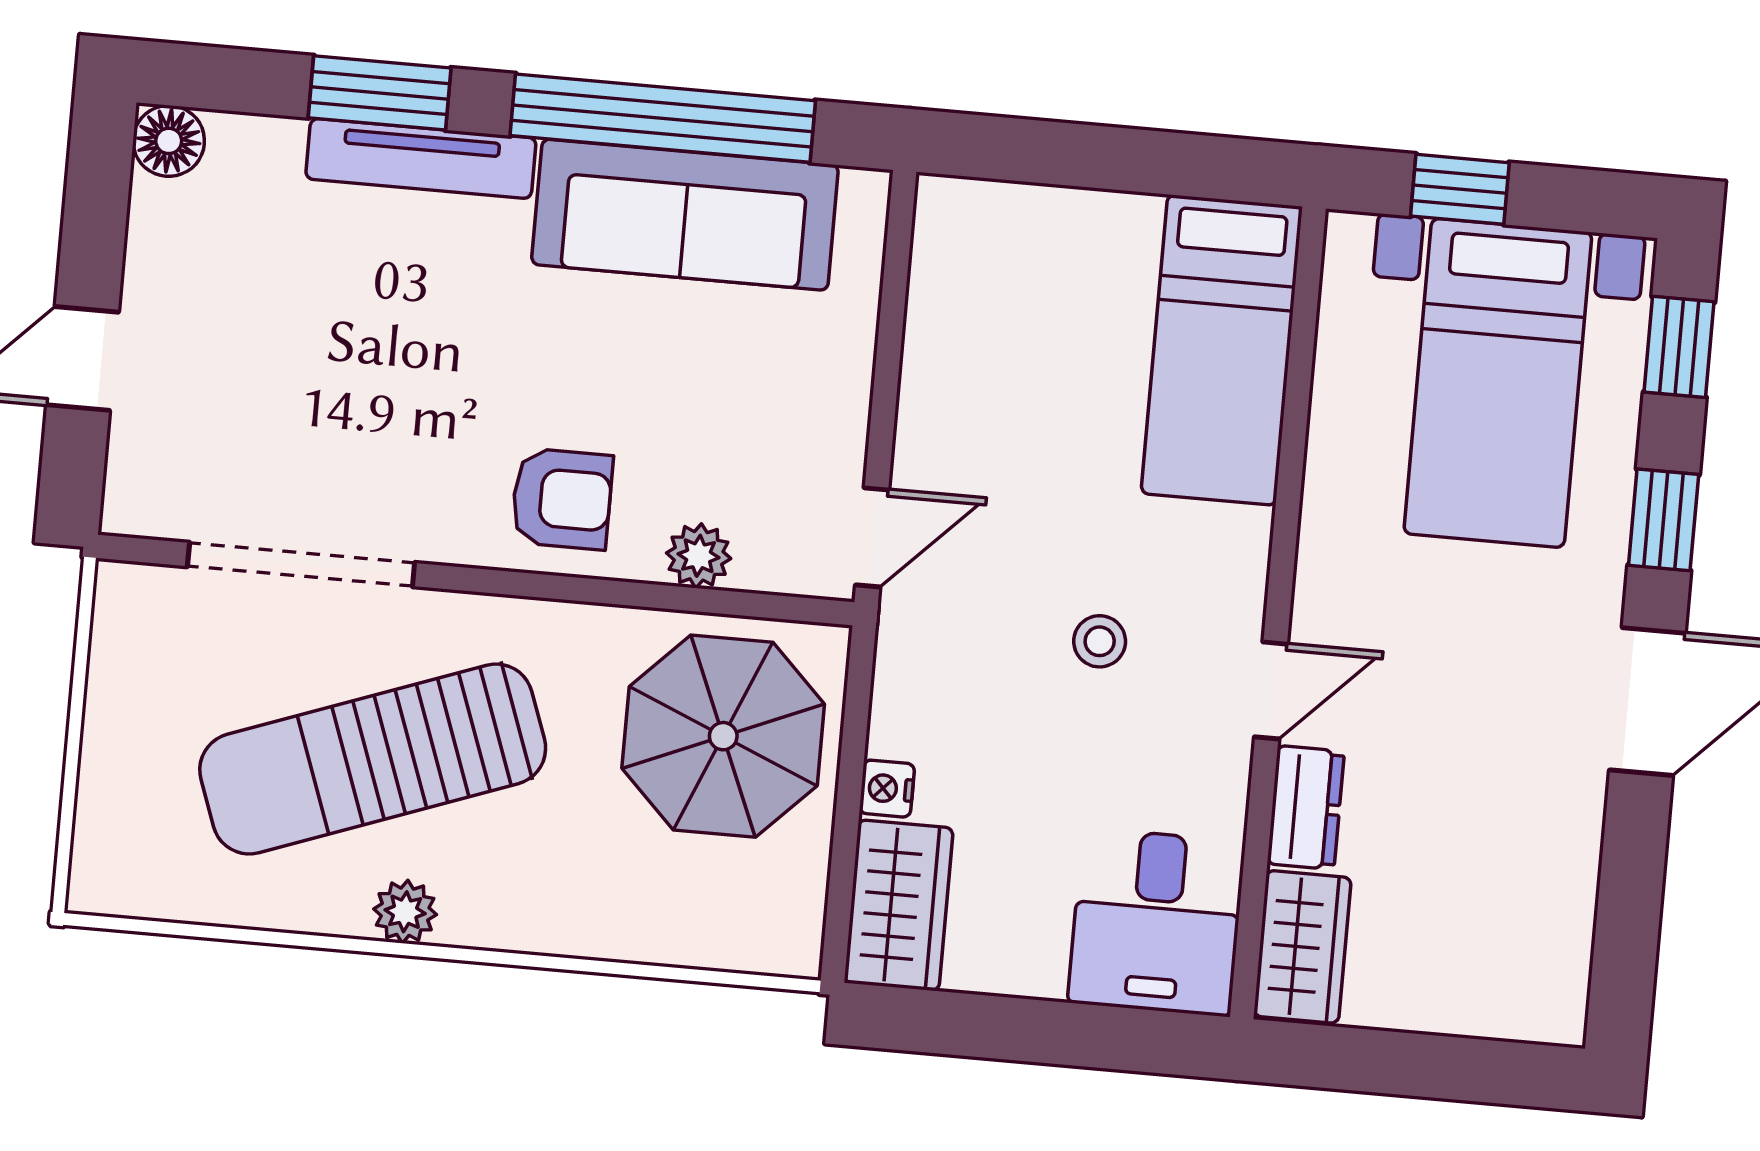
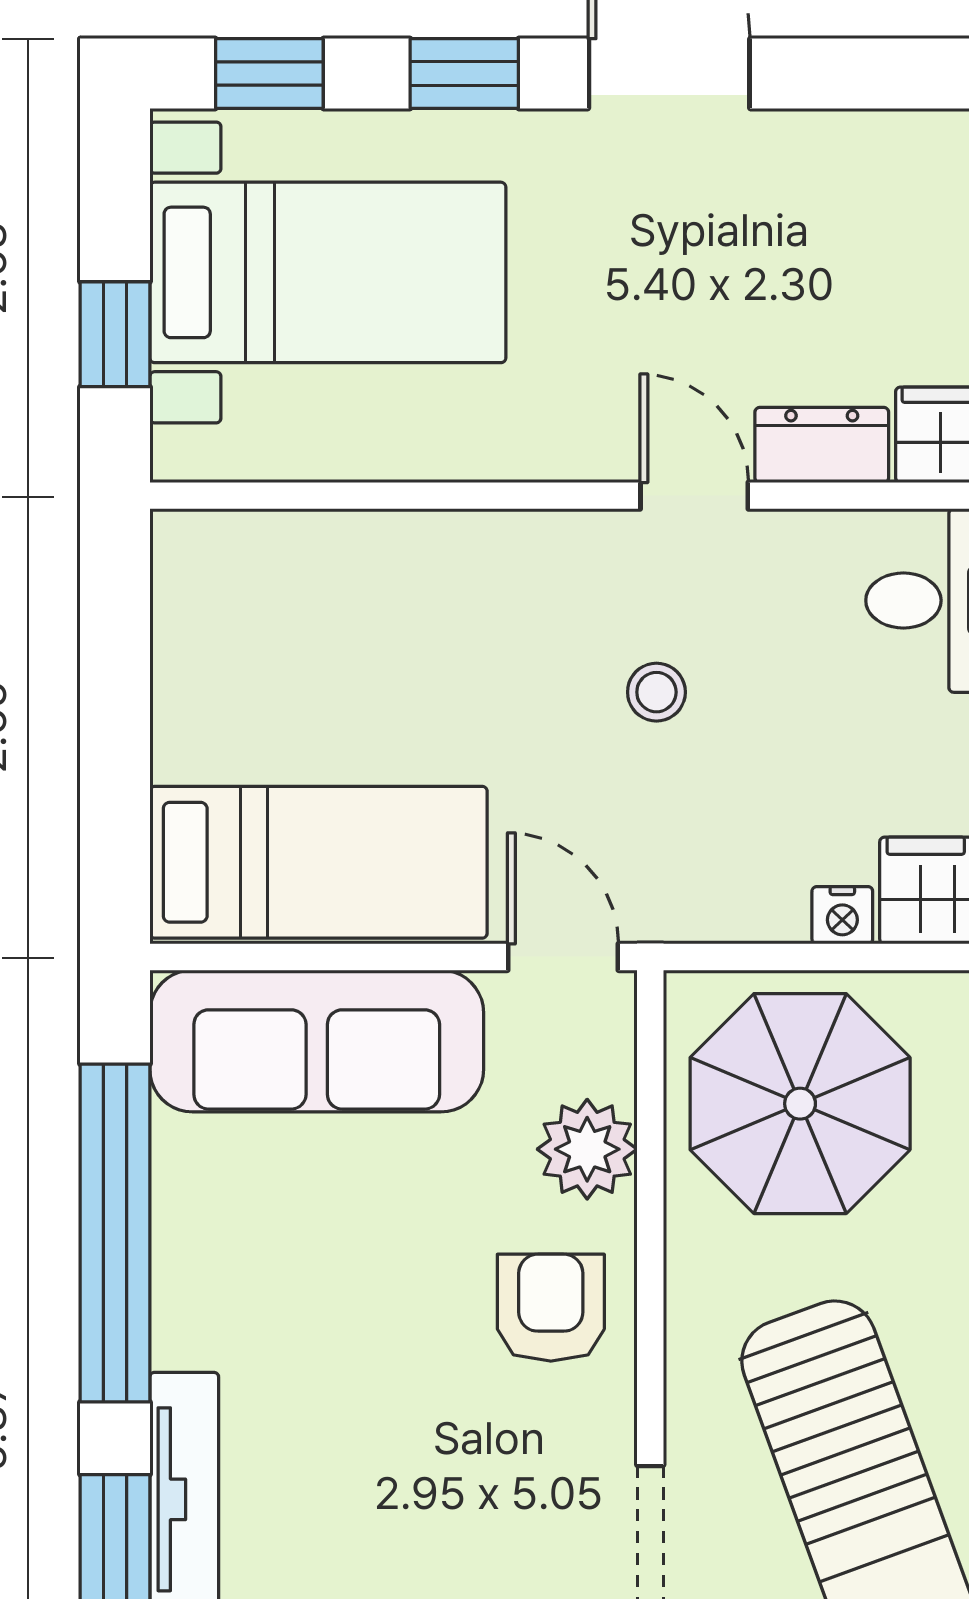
sofa: (685, 215) -> (317, 1041), moved, turned 90
bed: (1222, 350) -> (318, 862), moved
plant: (699, 556) -> (587, 1149), width x1.38, depth x1.38

